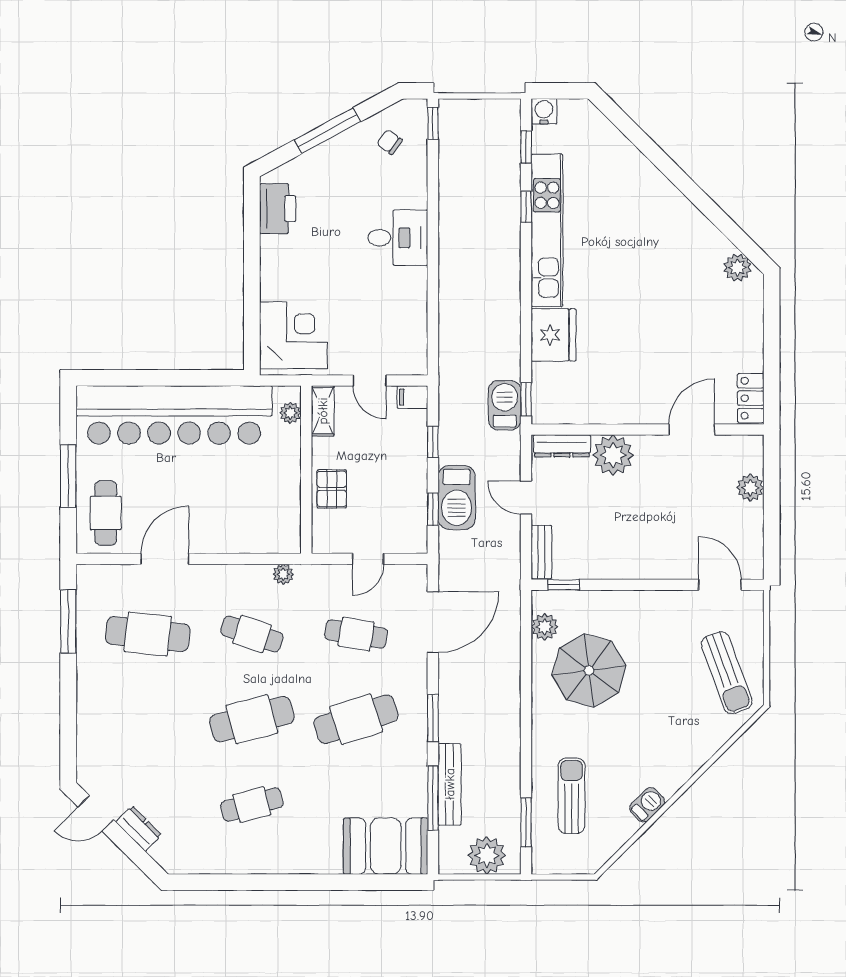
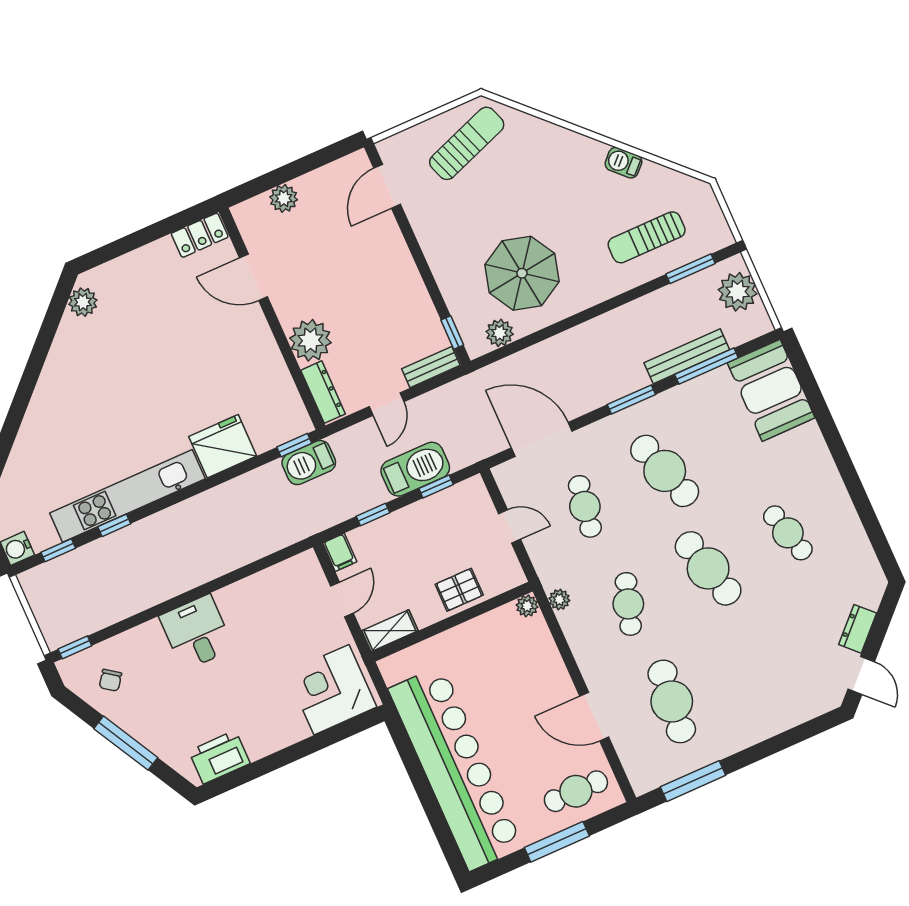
plant: (290, 413) -> (527, 606), moved

